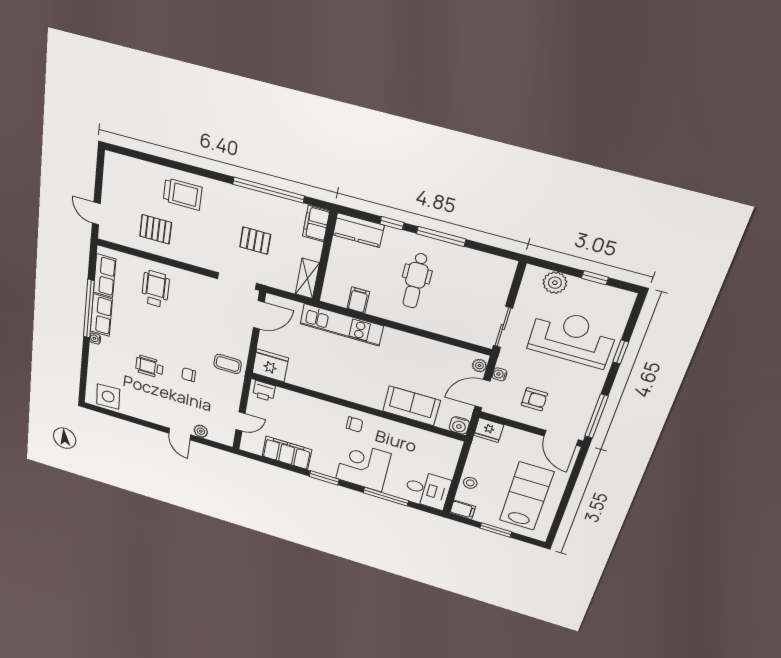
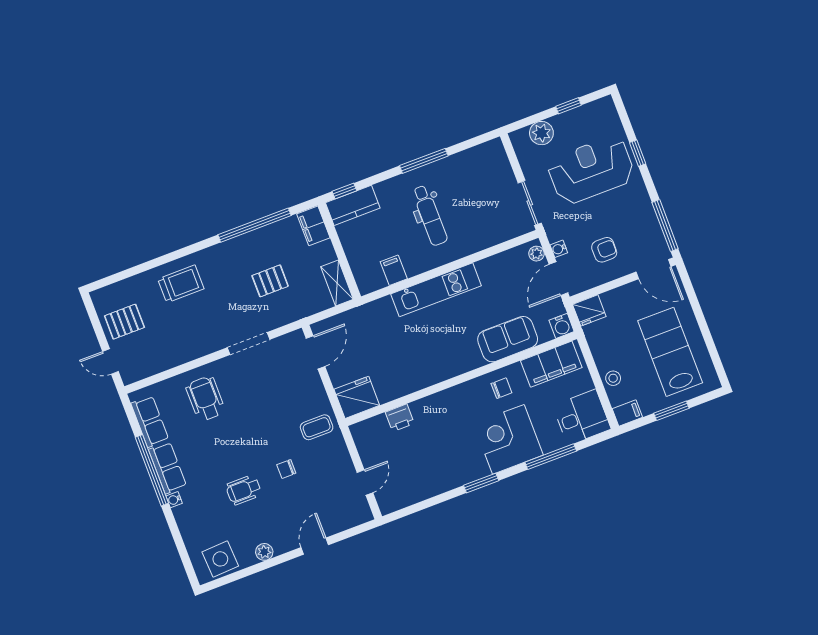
window: (392, 223) -> (344, 191), moved
pallet: (156, 229) -> (124, 322), moved
doorway: (237, 281) -> (249, 343), moved
kitchen unit: (342, 325) -> (436, 290), moved
printer: (264, 391) -> (400, 418), moved
chair: (354, 424) -> (501, 388), moved
plant: (201, 431) -> (264, 552), moved
door: (180, 434) -> (315, 546), swing flipped
filing cabinet: (287, 453) -> (551, 364), moved, turned 180

